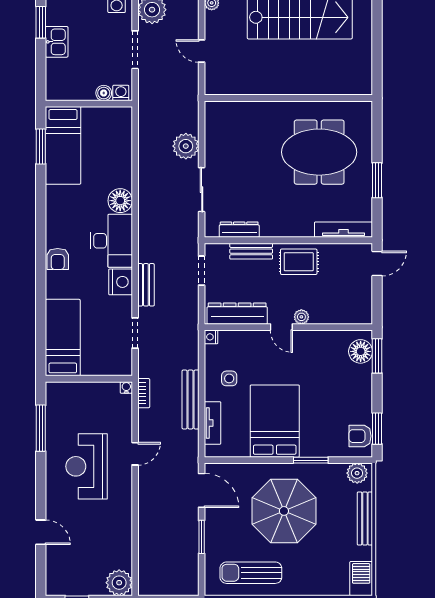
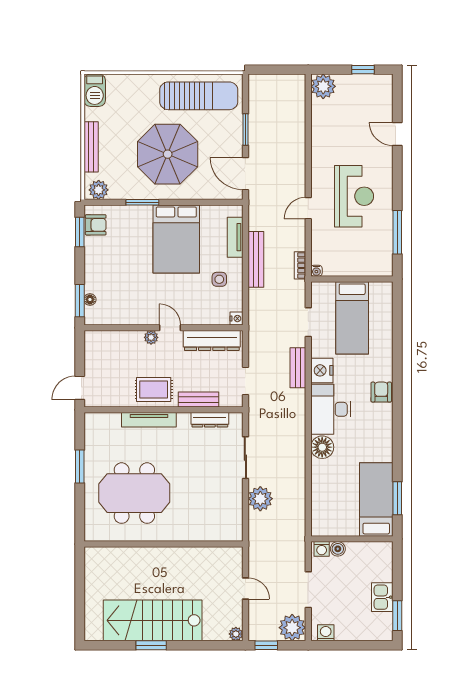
tv unit: (343, 230) -> (149, 420), moved
bed: (63, 338) -> (352, 318), moved
floor lamp: (361, 351) -> (90, 300), width x0.53, depth x0.53
sun lounger: (251, 573) -> (199, 96), width x1.36, depth x1.34

